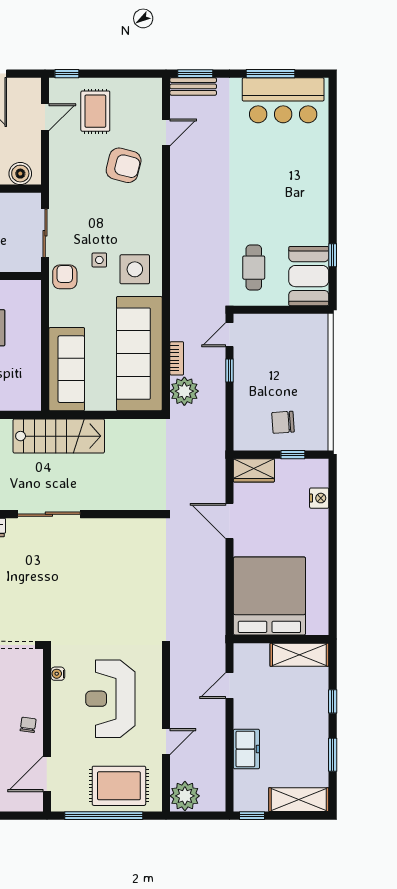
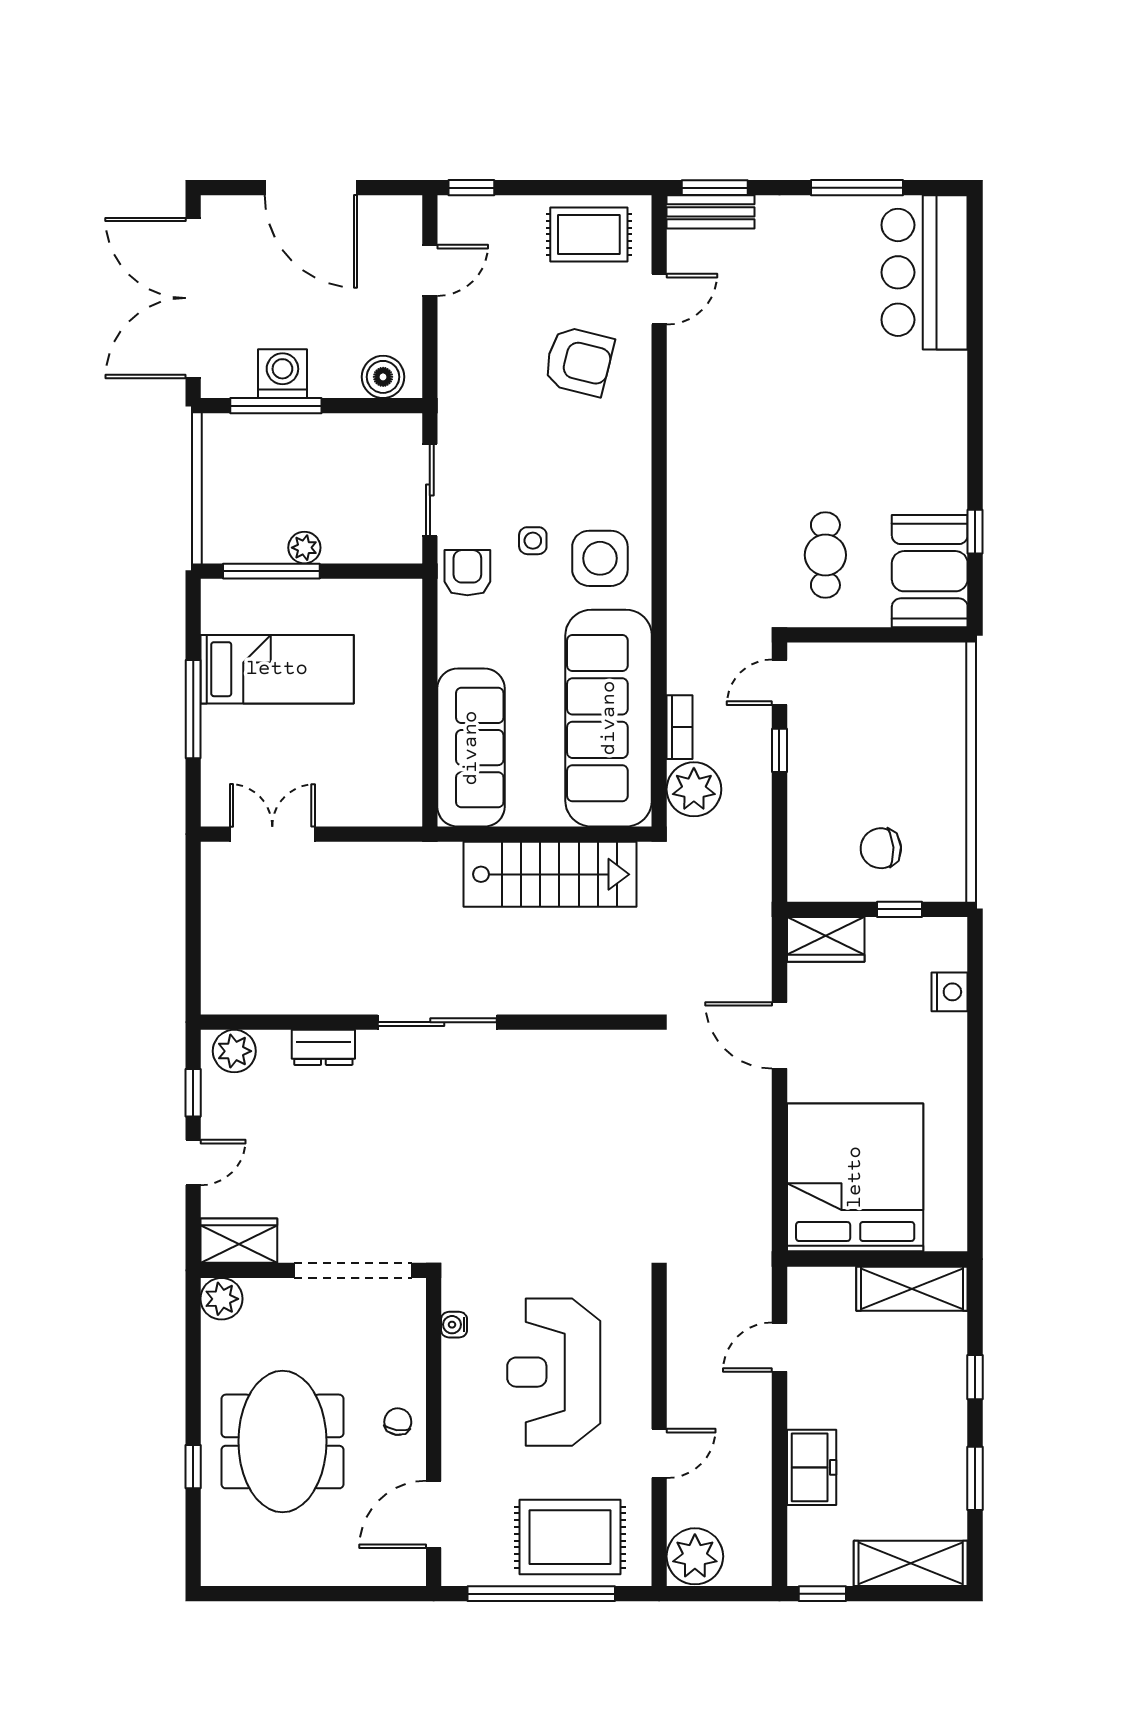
bar counter: (283, 100) -> (925, 272), moved, turned 90
rug: (95, 111) -> (589, 234), moved, turned 90
stairs: (59, 436) -> (550, 874), moved

